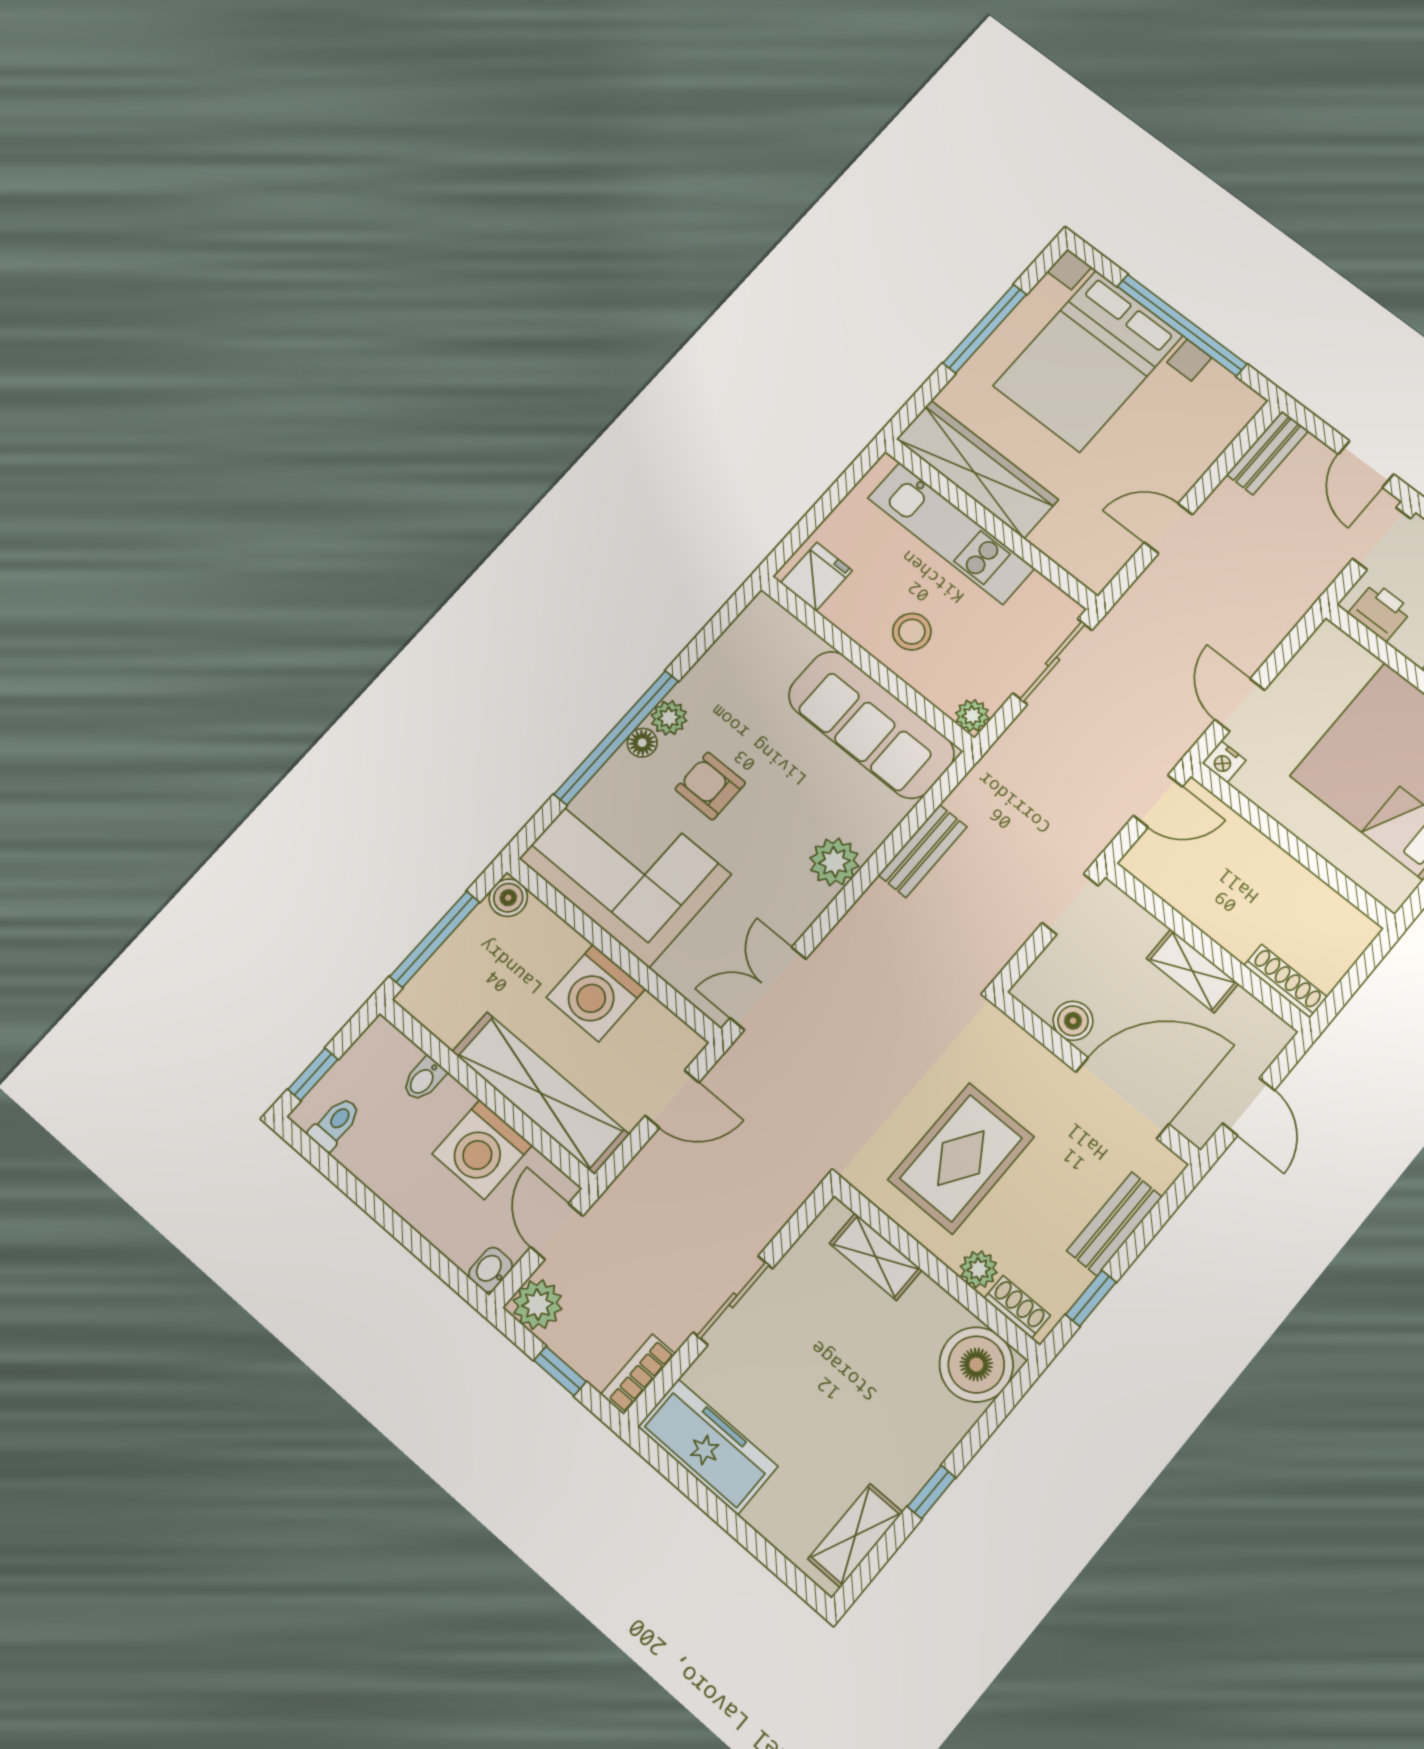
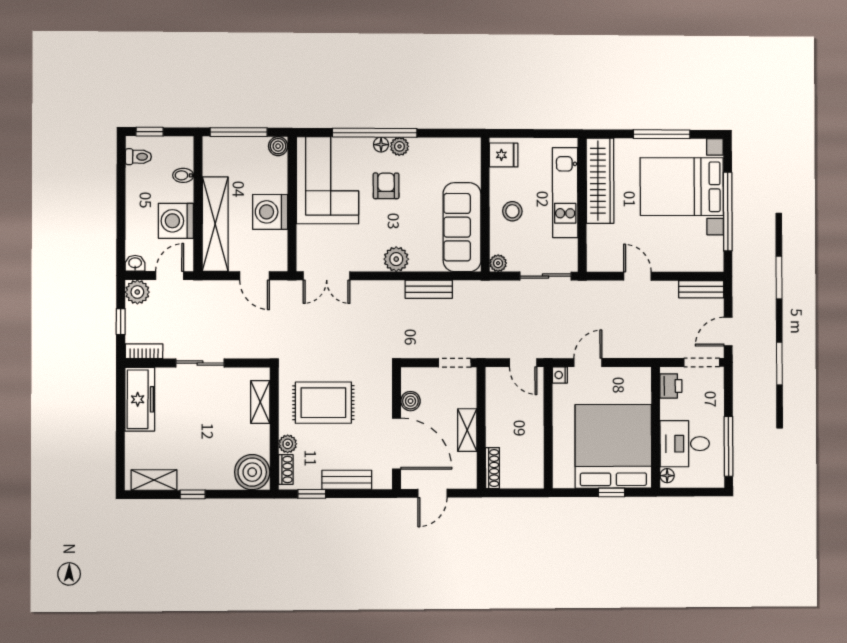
double door: (768, 988) -> (327, 276), swing flipped

